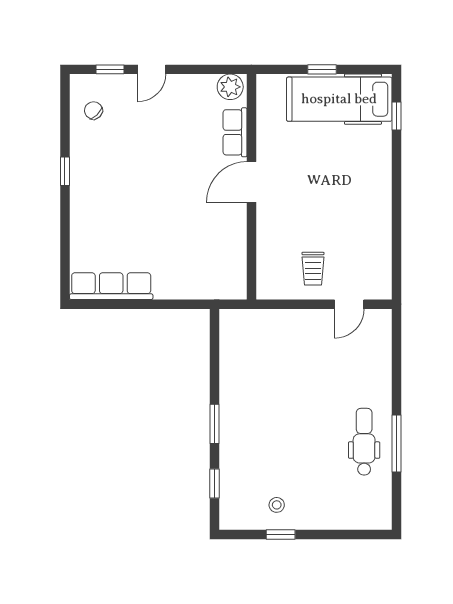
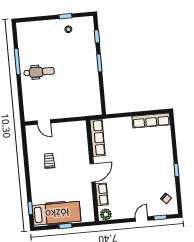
row of seats: (234, 258) -> (97, 138), added
trolley: (313, 269) -> (49, 161), moved
door: (349, 304) -> (44, 122), swing flipped
dental chair: (364, 442) -> (39, 72), moved, turned -90

